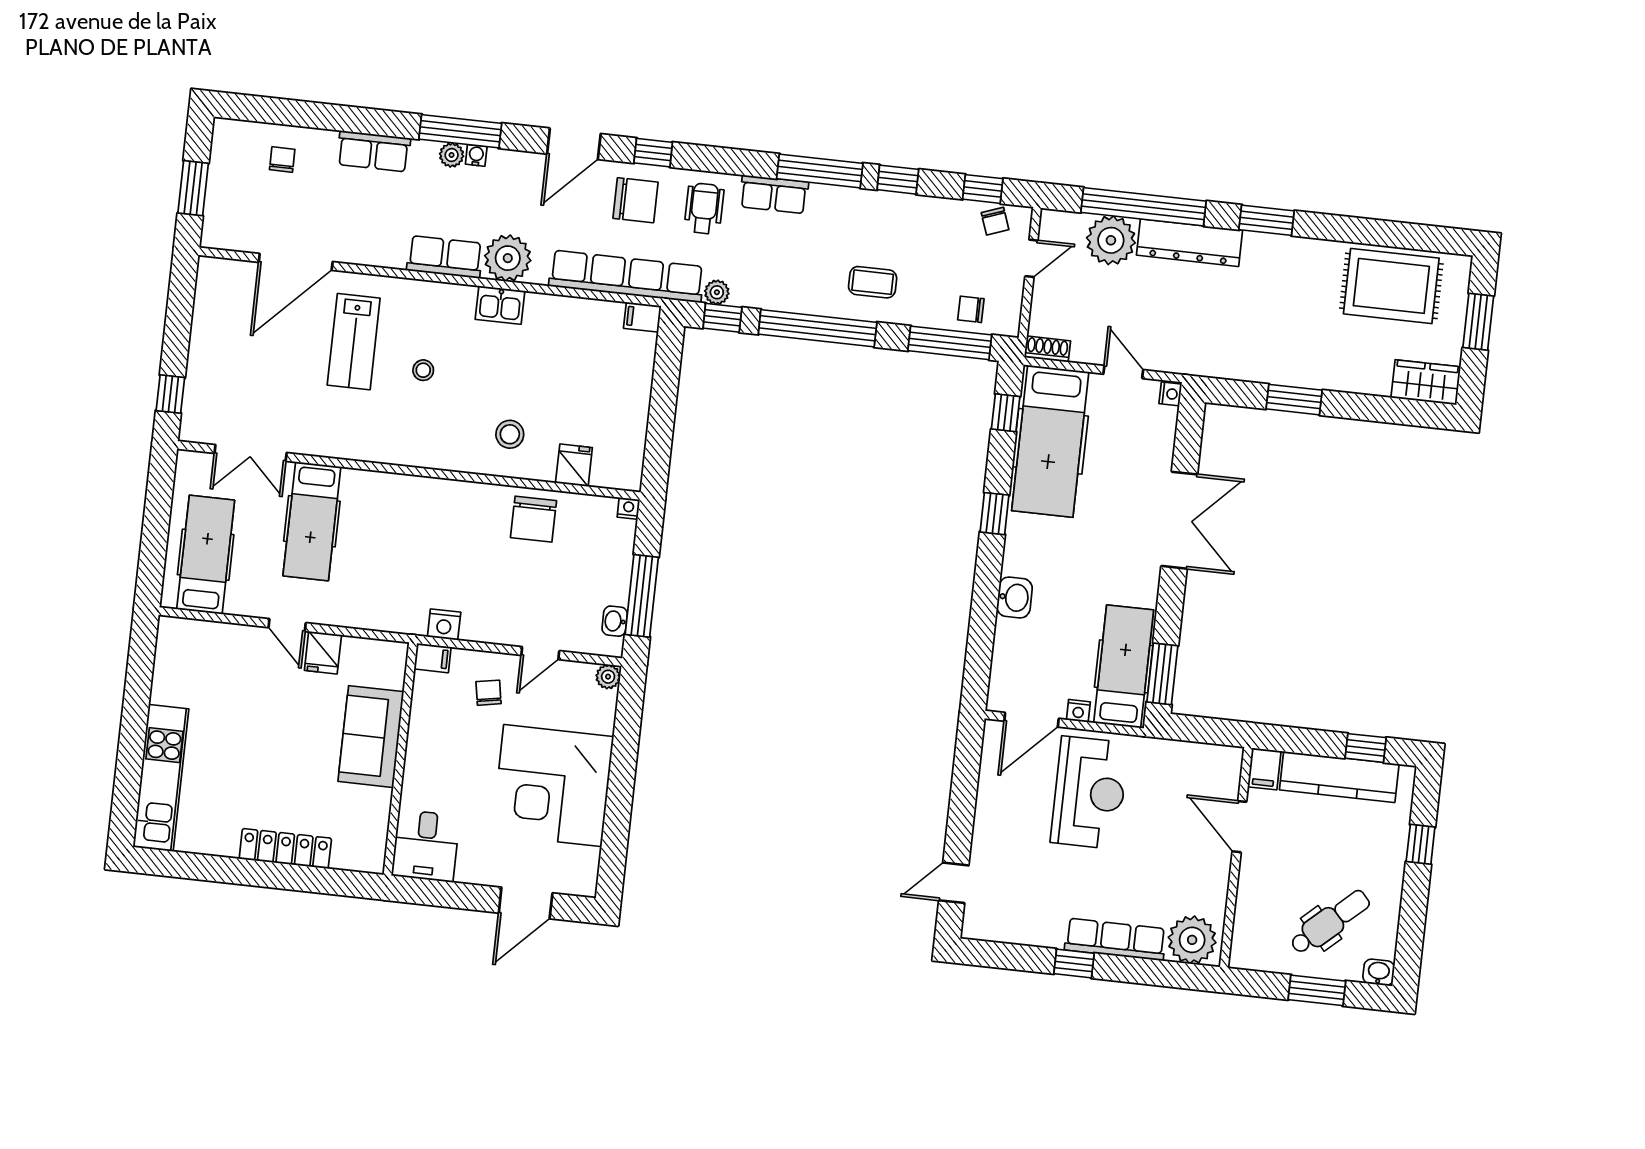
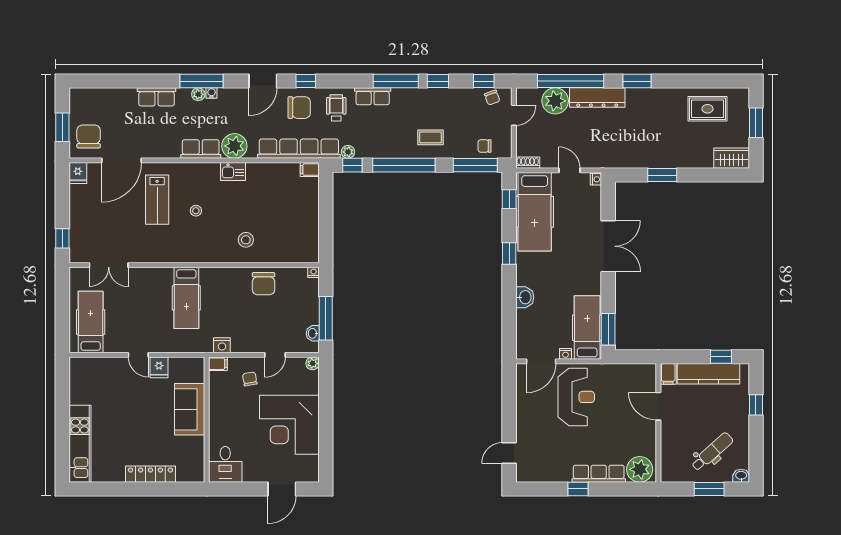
chair: (282, 159) -> (89, 136), moved, width x1.87, depth x1.87
rug: (1391, 286) -> (707, 109), width x0.73, depth x0.70
fridge: (574, 465) -> (78, 173), moved, turned 180
hospital bed: (312, 521) -> (186, 298), moved

